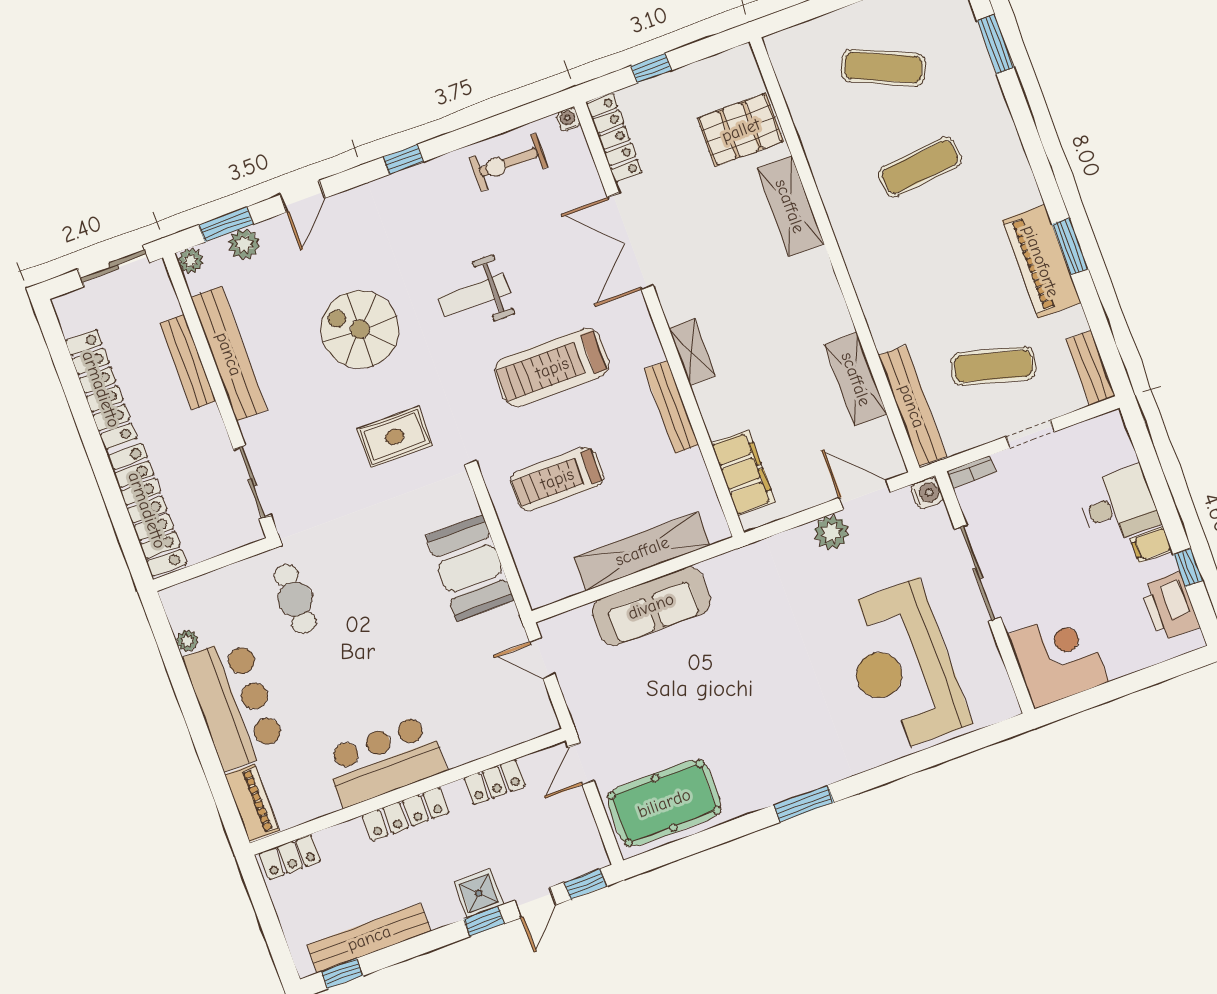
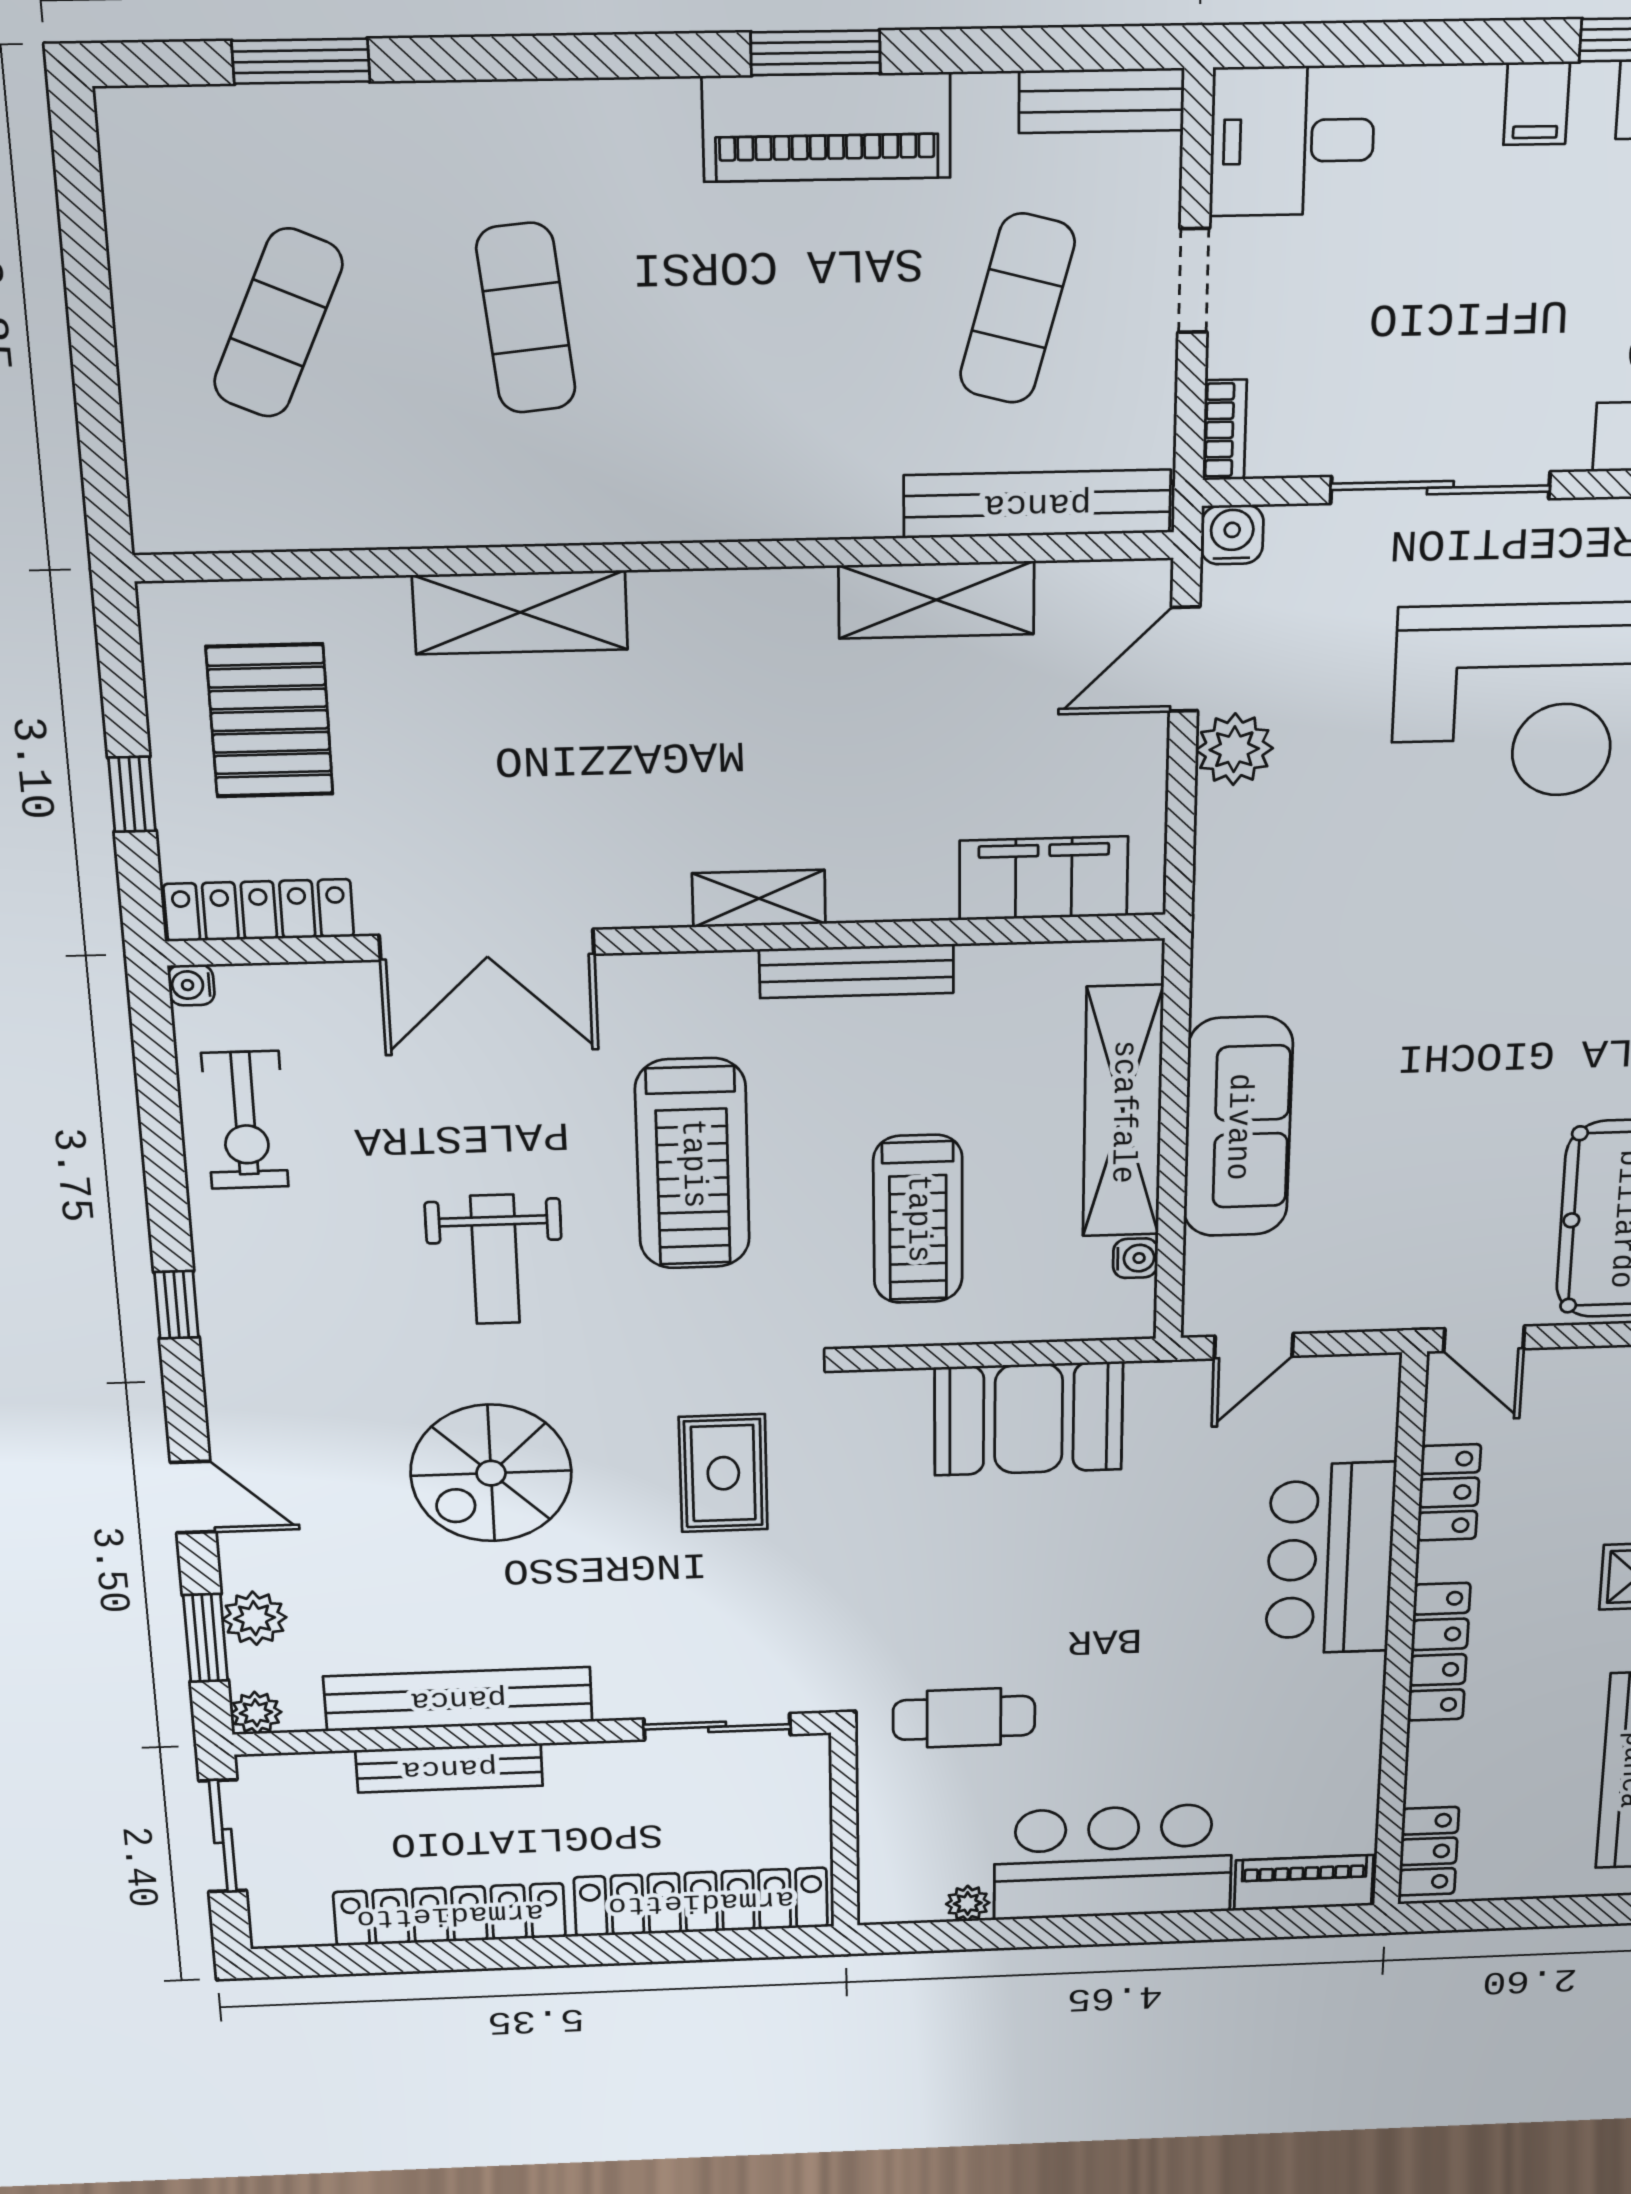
pallet: (741, 130) -> (270, 721), moved
desk: (1118, 505) -> (1292, 141), moved, turned -90
water cooler: (570, 586) -> (1136, 1258), added
bar counter: (385, 761) -> (1330, 1559), moved

